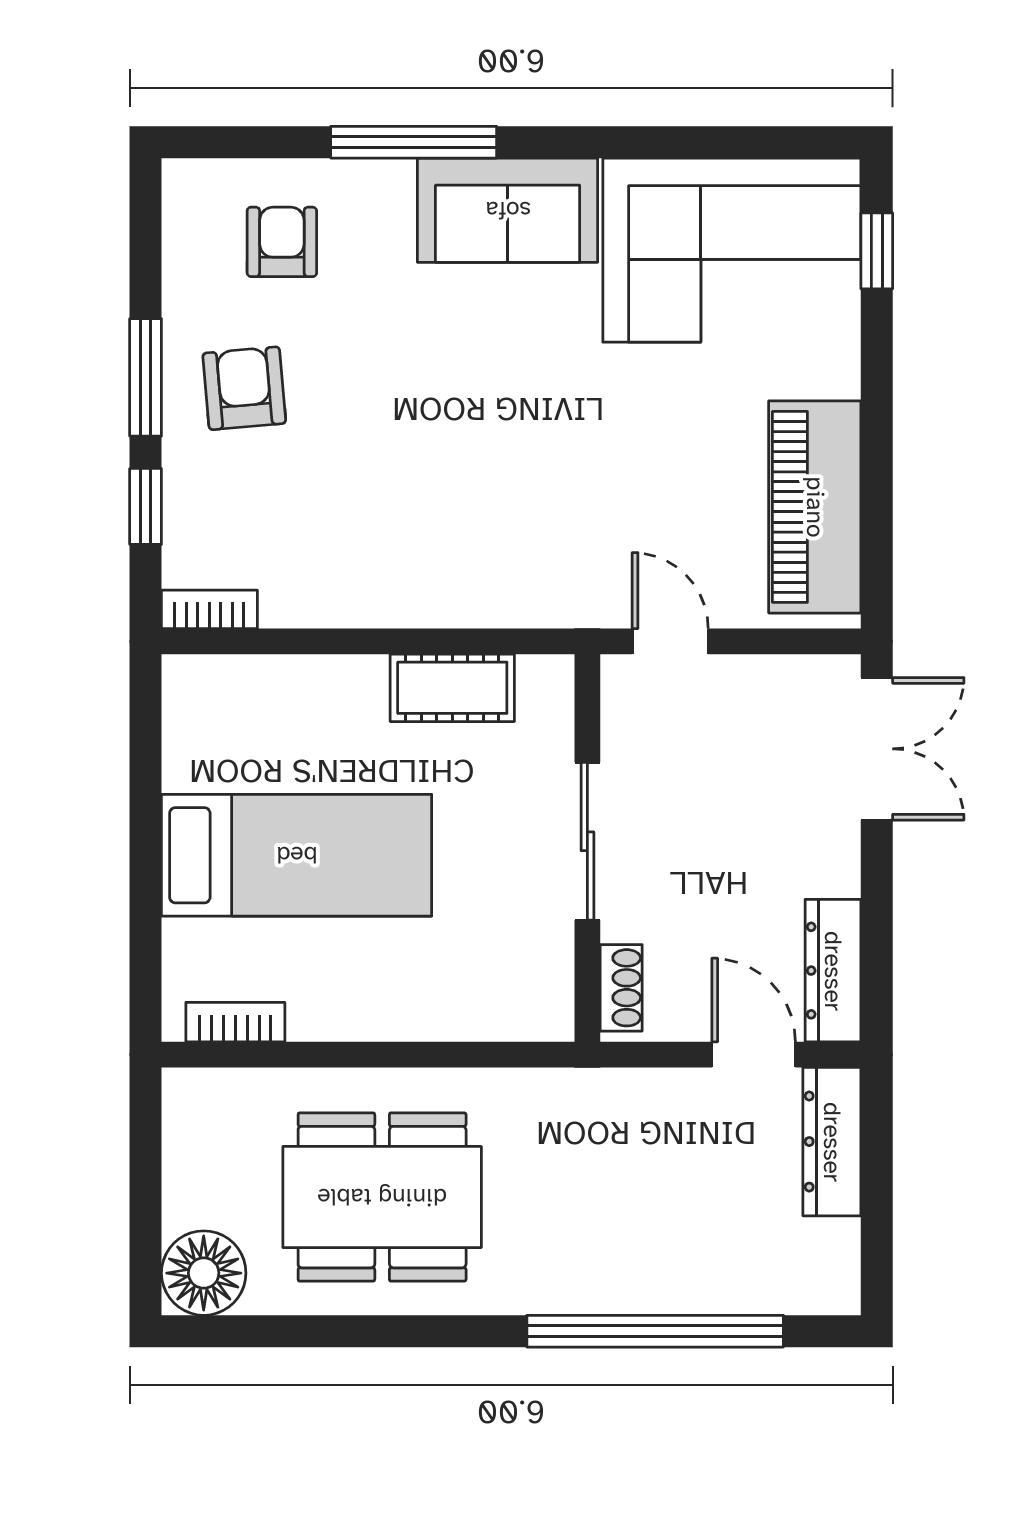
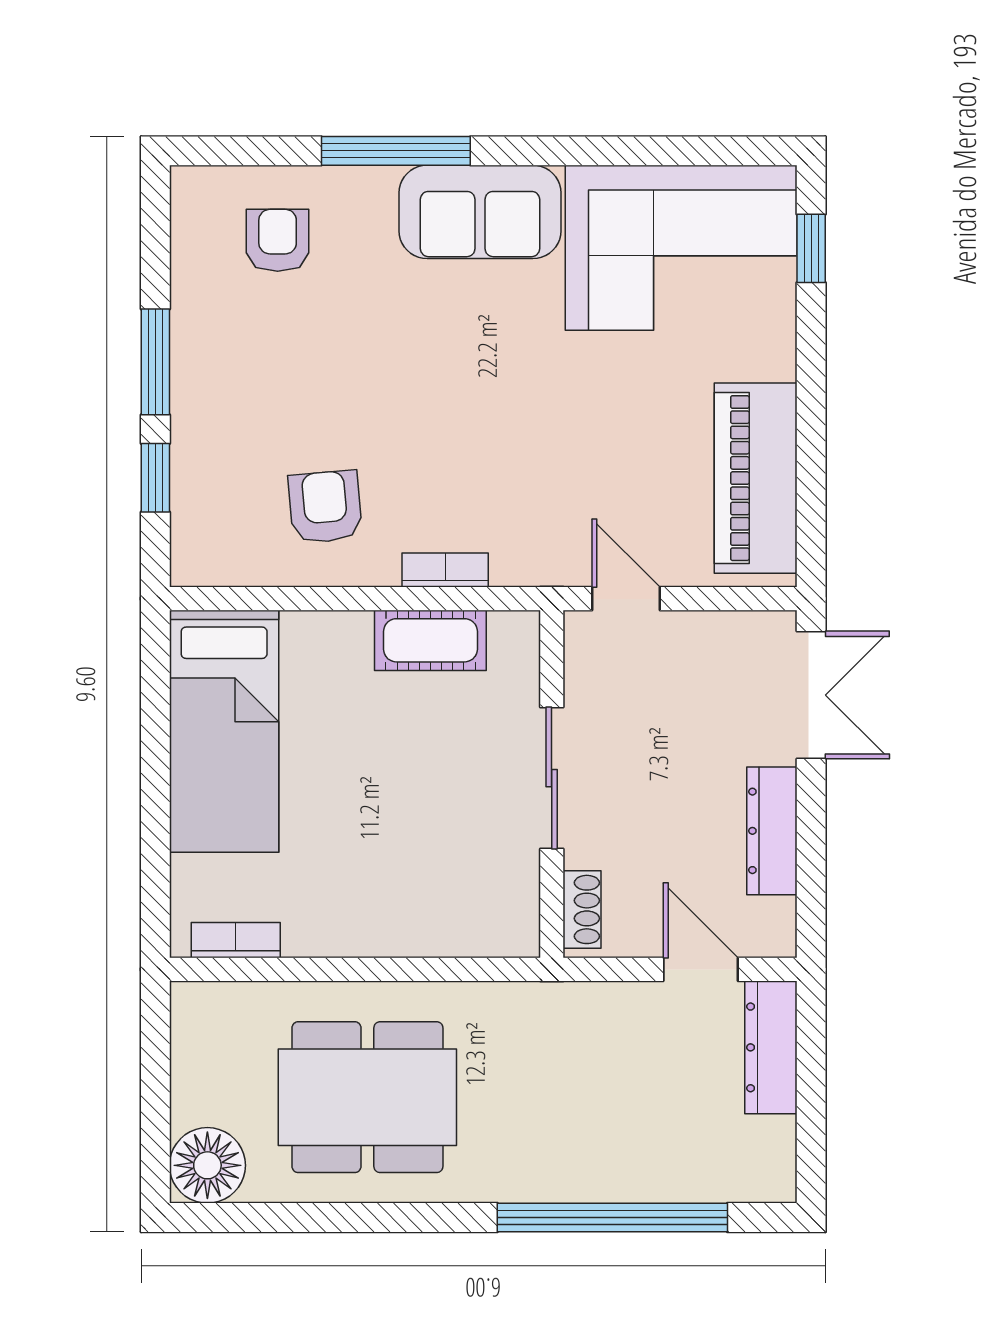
armchair: (244, 388) -> (325, 507), moved
bookcase: (209, 609) -> (445, 570), moved
bed: (297, 855) -> (224, 731), moved, turned 90
dresser: (833, 971) -> (772, 831), moved

